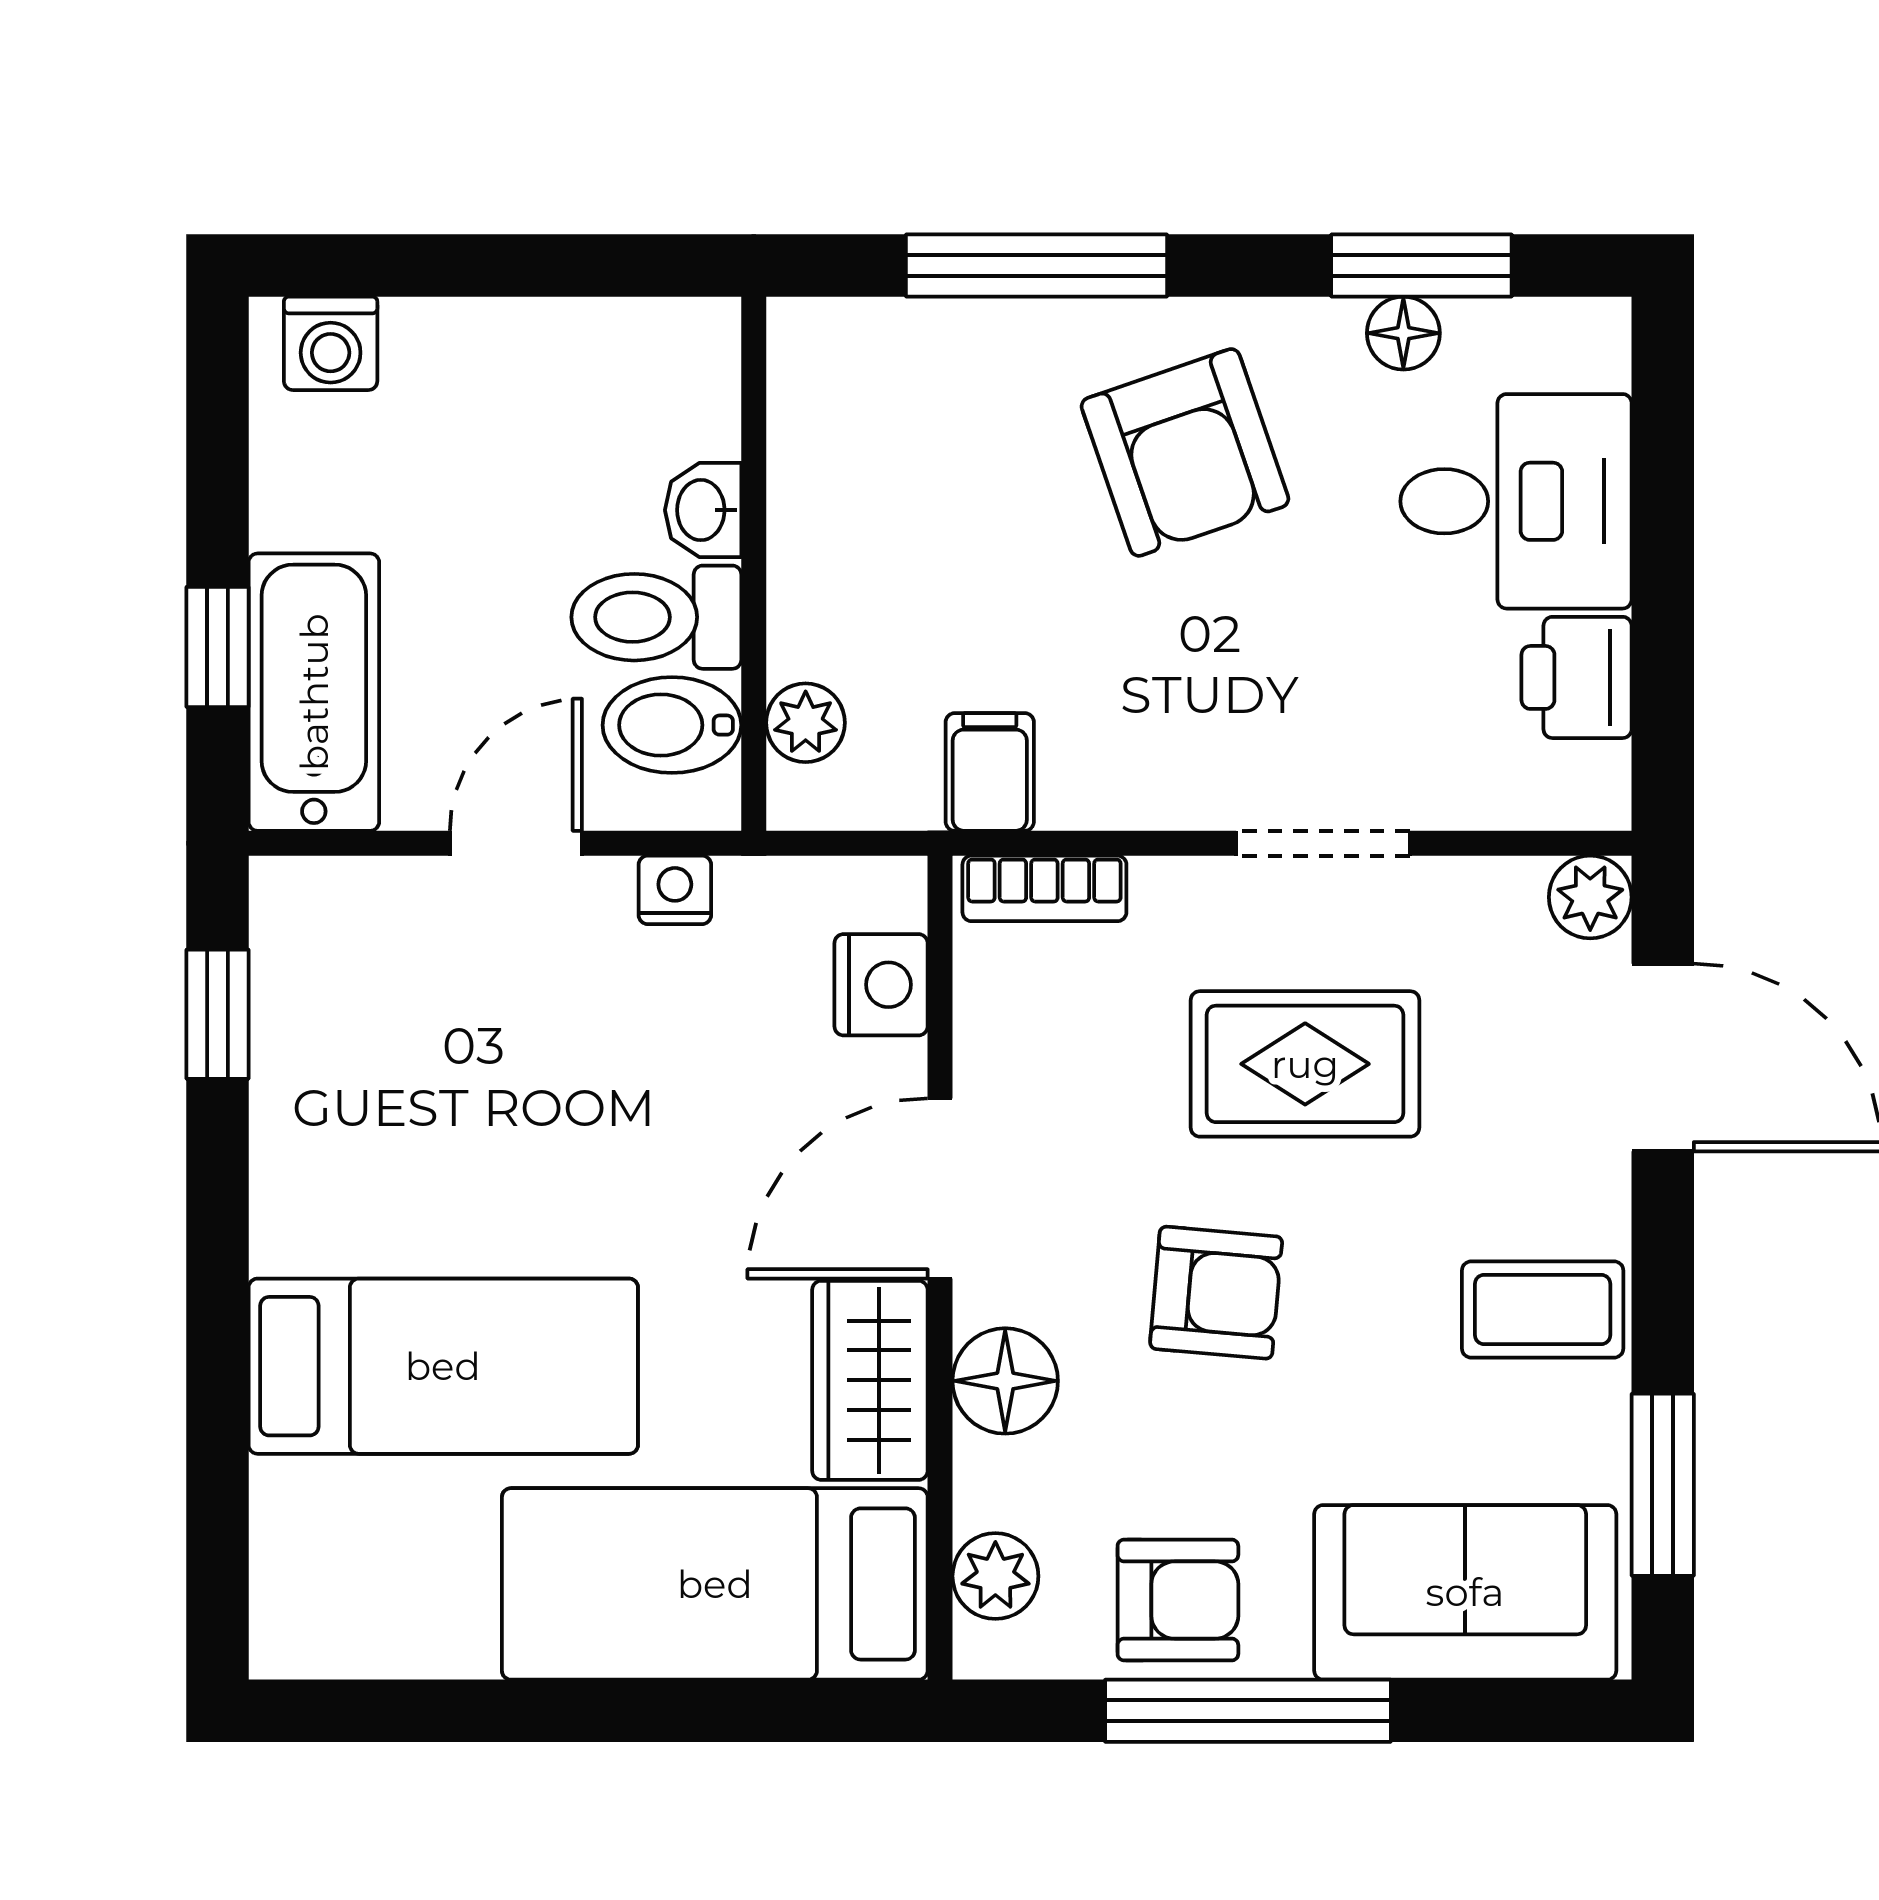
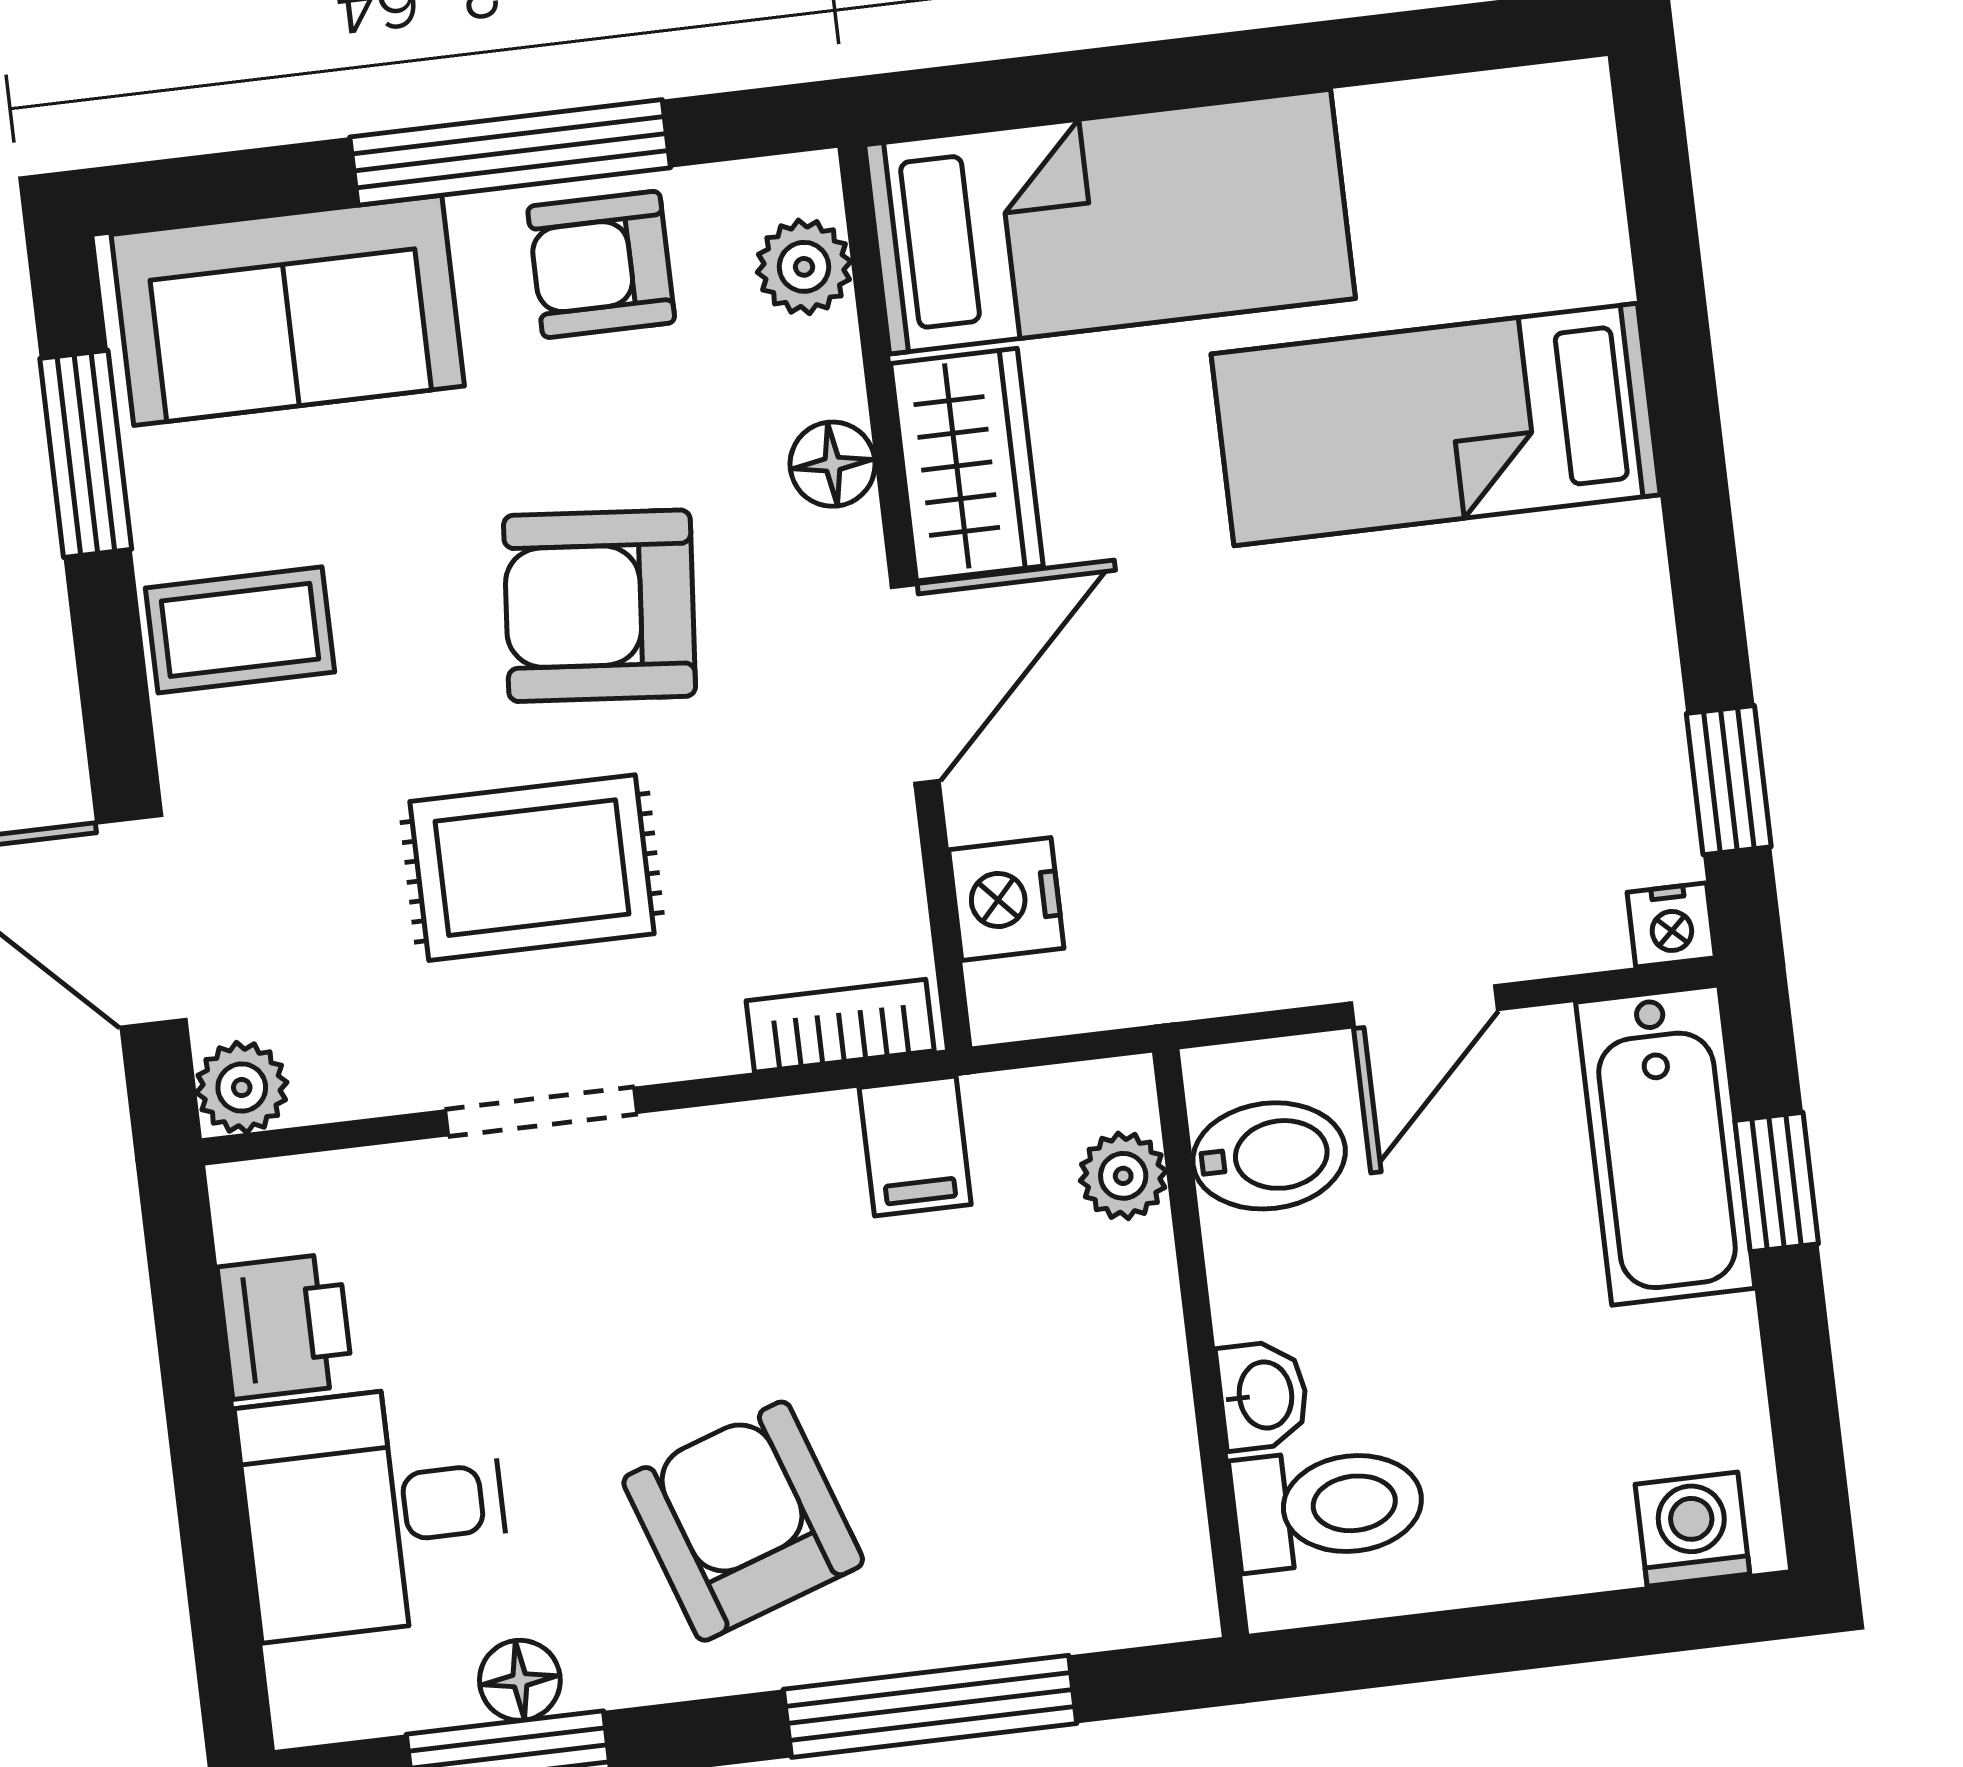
toilet: (656, 617) -> (1328, 1506), moved
nightstand: (675, 890) -> (1671, 925), moved
armchair: (1216, 1293) -> (600, 606), width x1.38, depth x1.38
floor lamp: (1005, 1381) -> (833, 464), width x0.73, depth x0.73

